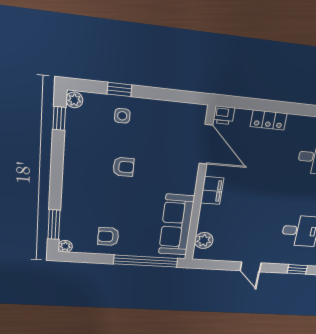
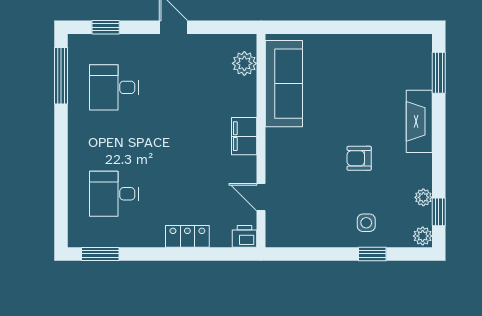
door: (206, 144) -> (261, 197), width x0.53
fireplace: (72, 191) -> (419, 121), added
armchair: (108, 236) -> (370, 61), removed
plant: (65, 246) -> (423, 197), moved
window: (146, 261) -> (318, 27), removed

